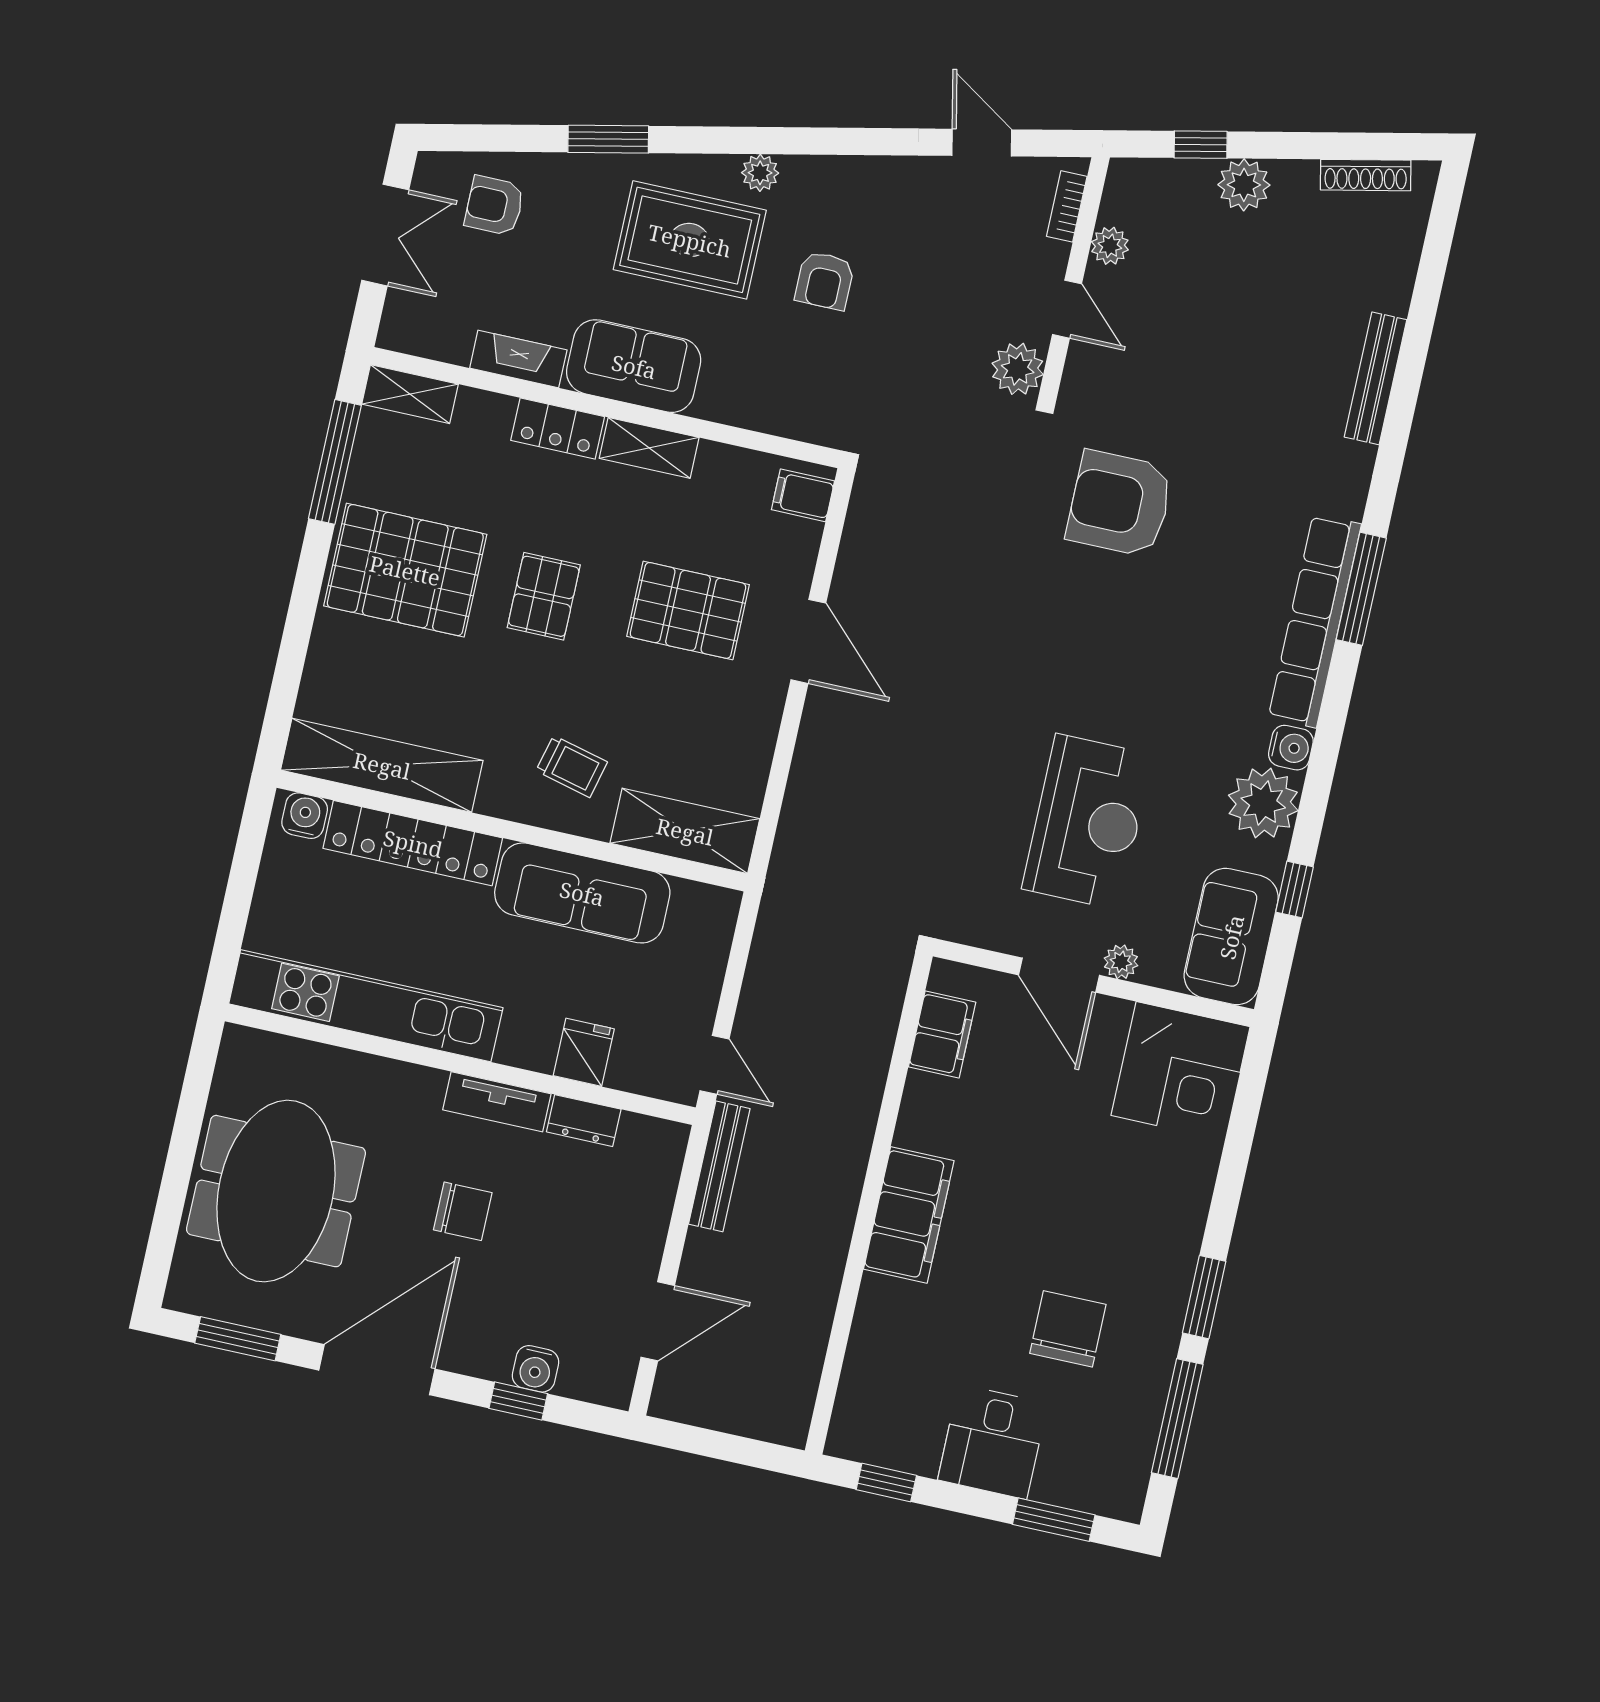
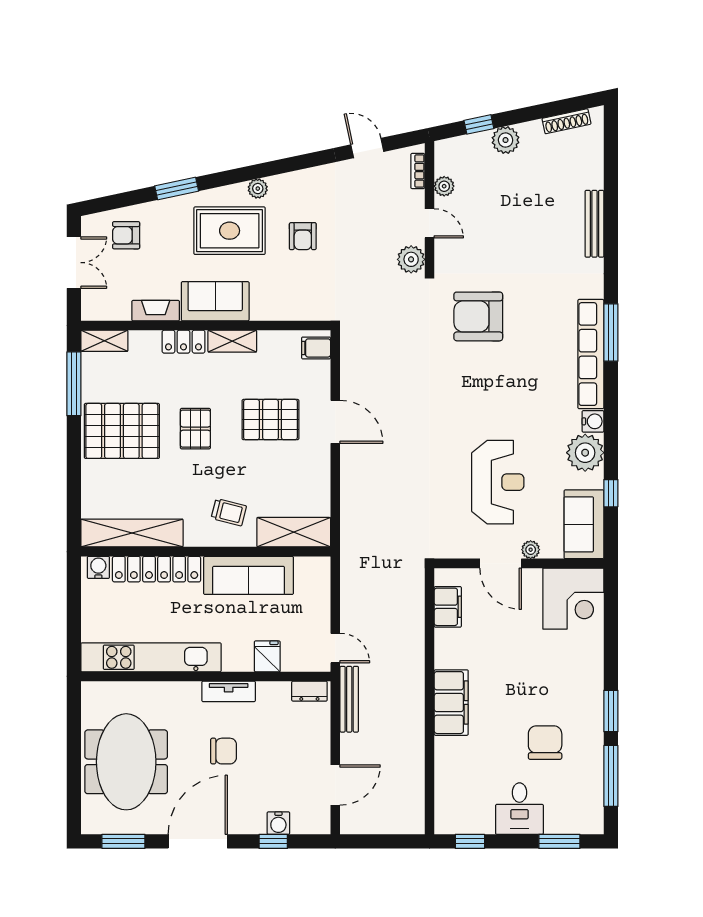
dresser: (584, 1121) -> (309, 691), moved

